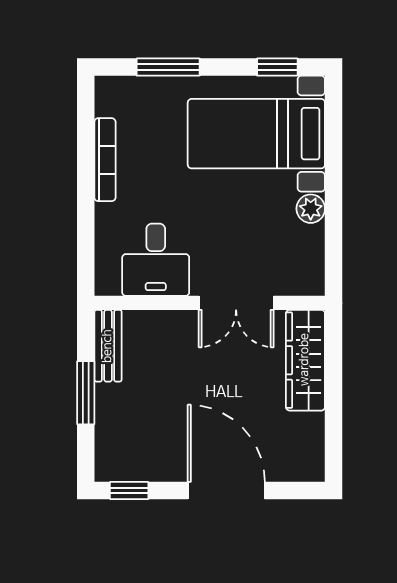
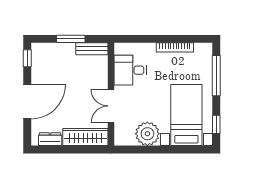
window: (168, 67) -> (216, 76), width x1.44
plant: (311, 209) -> (147, 134), width x1.88, depth x1.88
dresser: (310, 439) -> (50, 139), added

